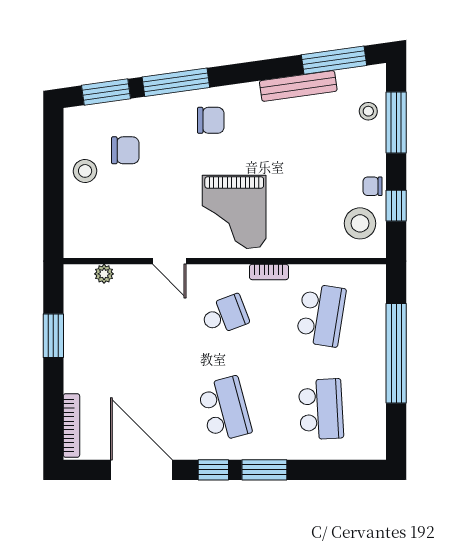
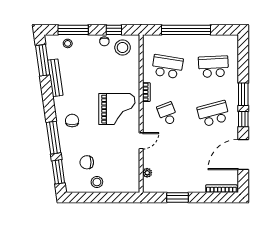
chair: (125, 150) -> (87, 162), turned -90

